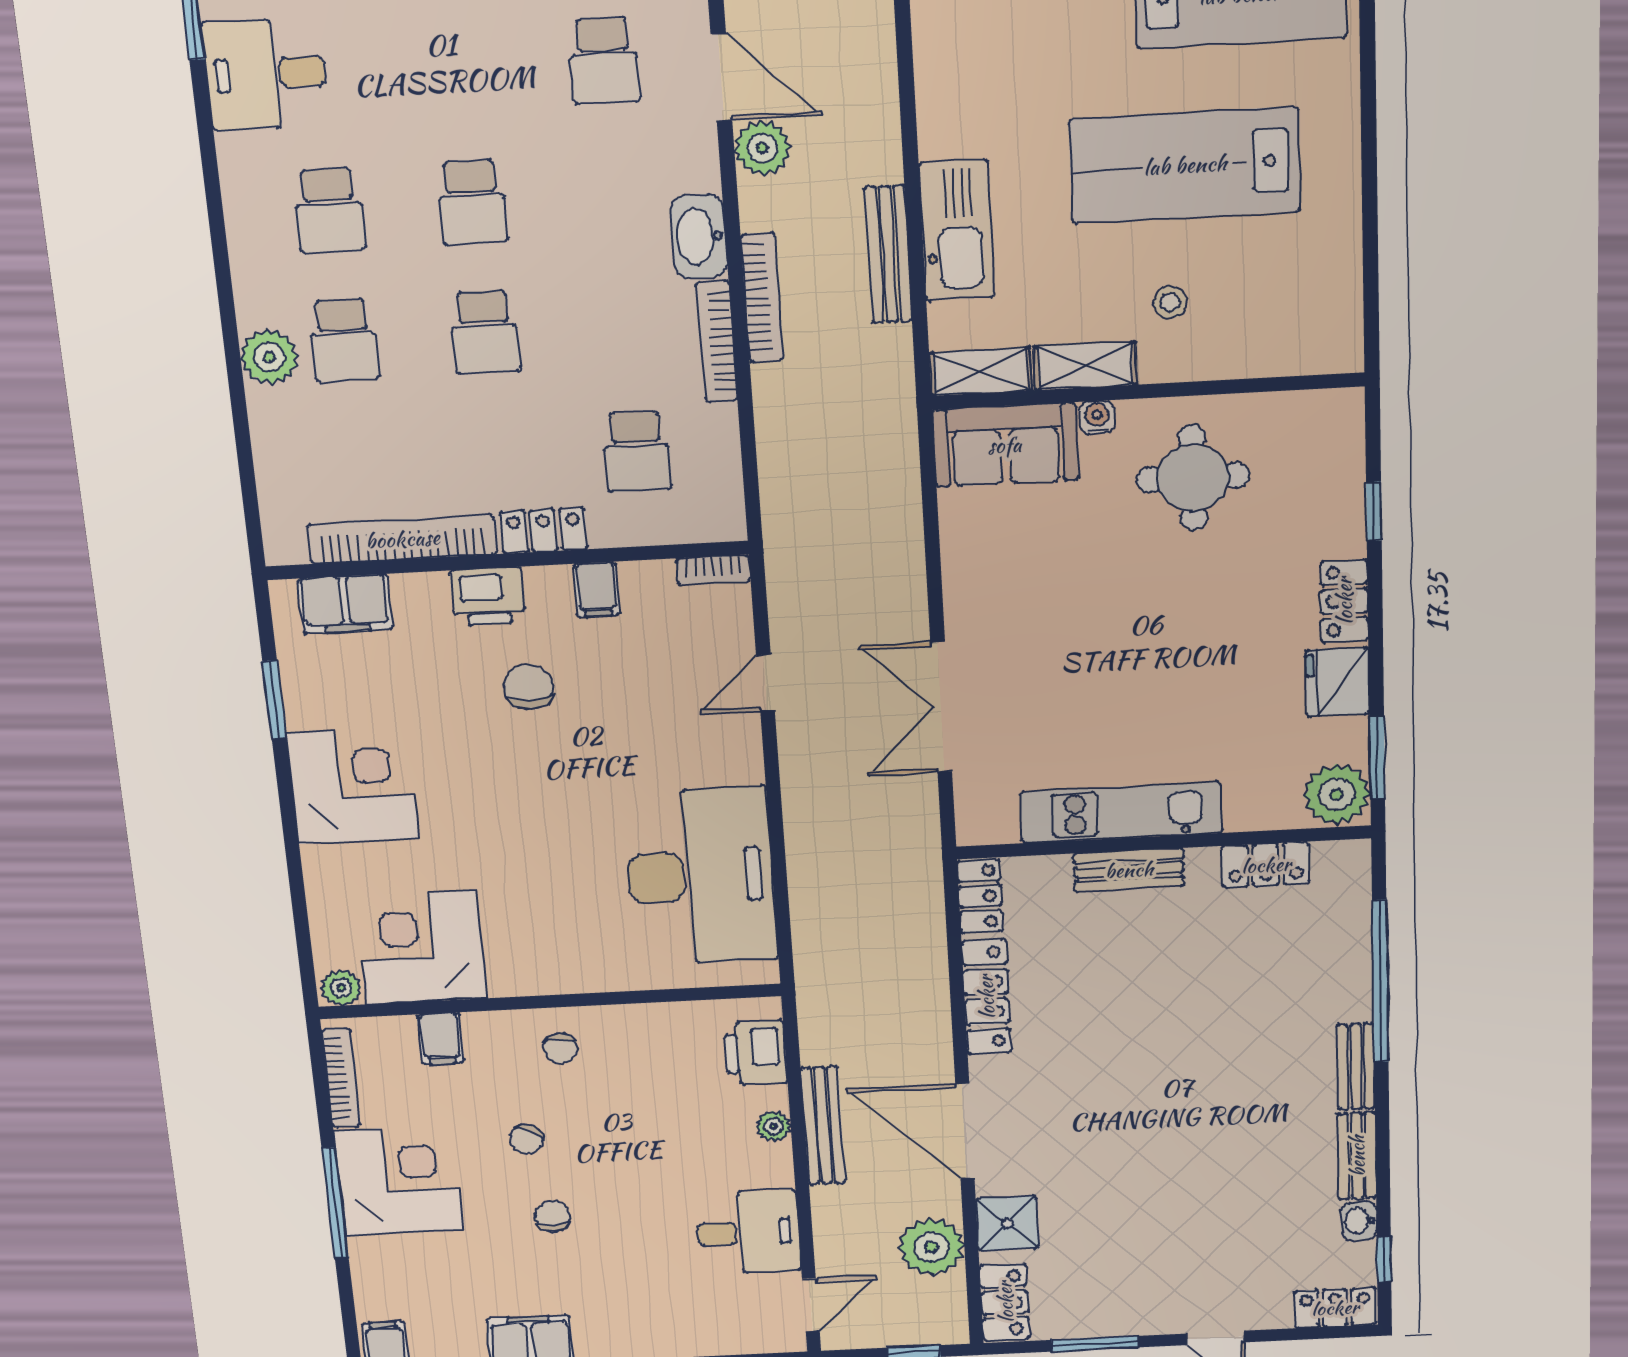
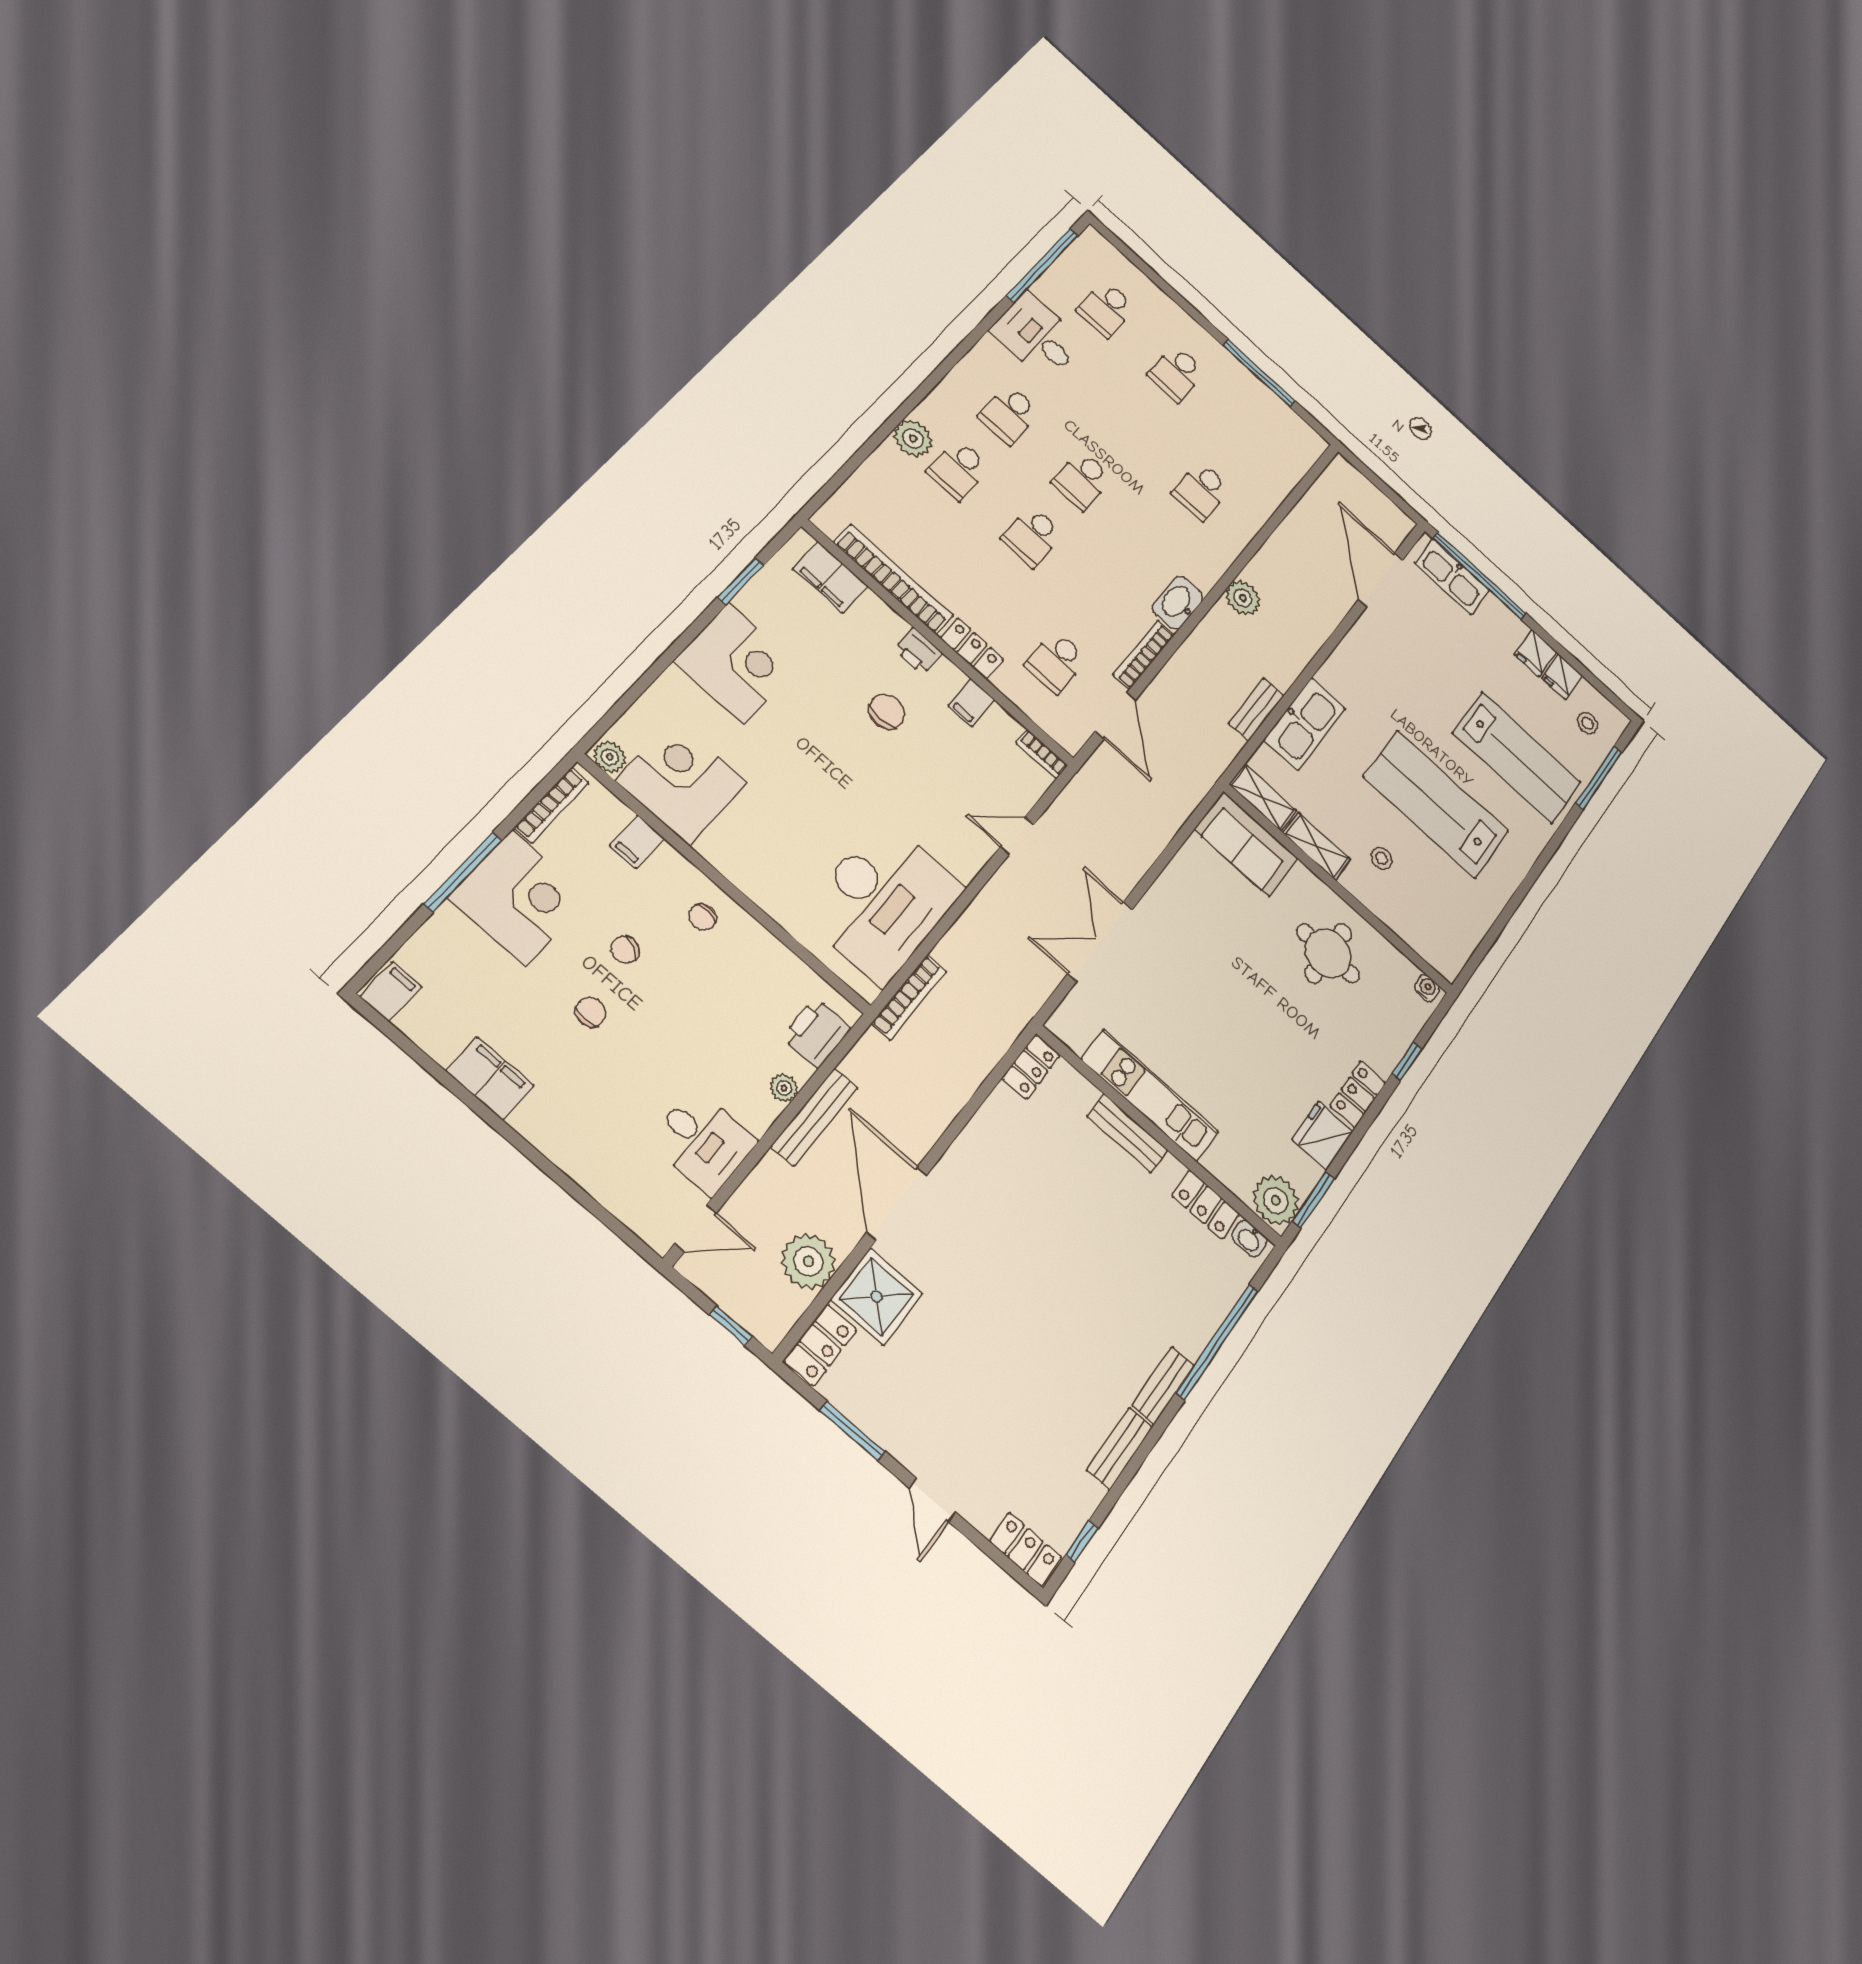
door: (721, 77) -> (1115, 716), moved
bench: (888, 254) -> (1256, 710), width x0.73
bookcase: (762, 297) -> (909, 997), moved
water cooler: (1097, 417) -> (1427, 988), moved
printer: (488, 596) -> (918, 651), width x0.73, depth x0.81
locker: (986, 997) -> (983, 1131), removed
washbasin: (1359, 1221) -> (1250, 1239), moved, turned -90
shower: (1007, 1223) -> (877, 1297), width x1.36, depth x1.36

